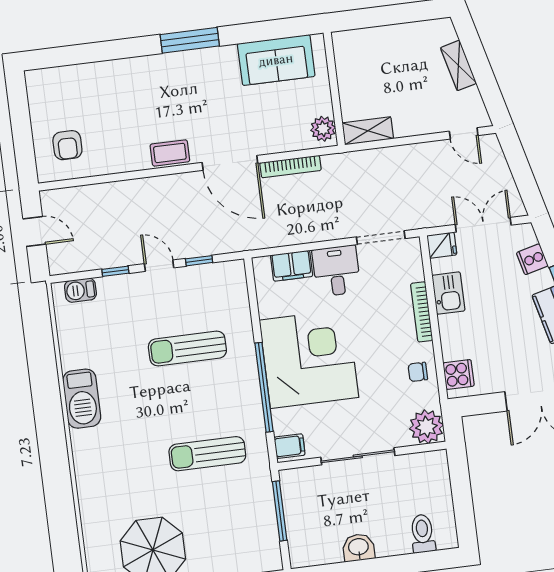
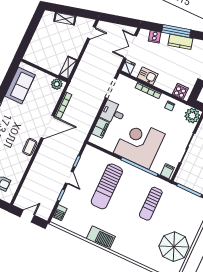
door: (159, 266) -> (69, 178), swing flipped
sun lounger: (187, 348) -> (107, 186), width x1.36, depth x1.34

